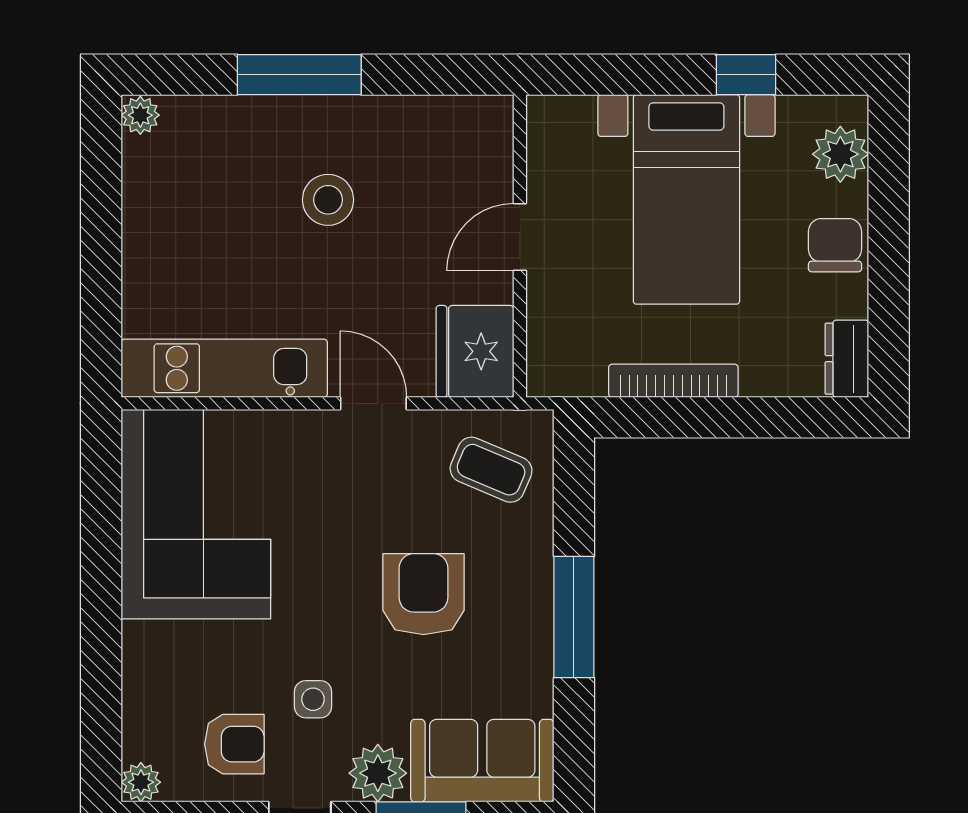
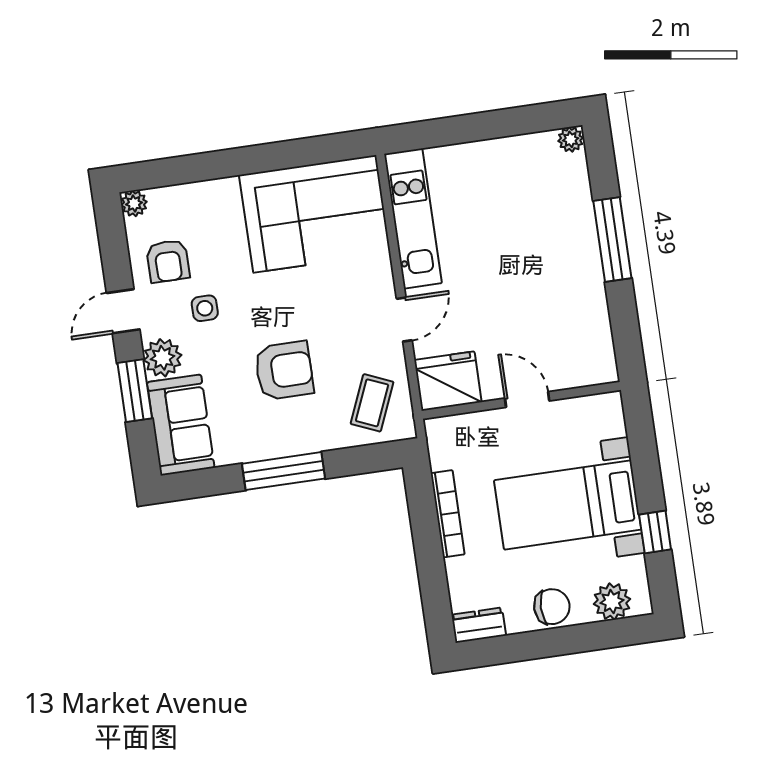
stool: (328, 200) -> (533, 270), removed

